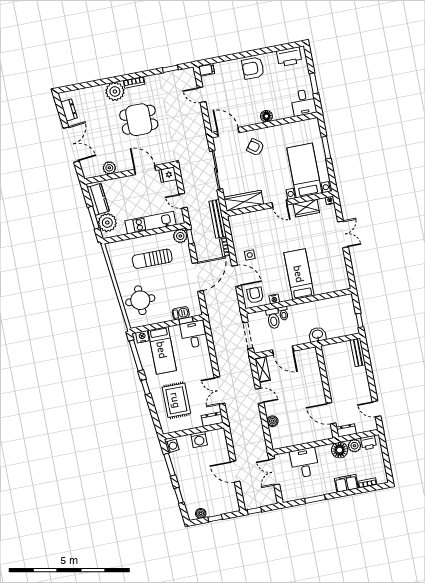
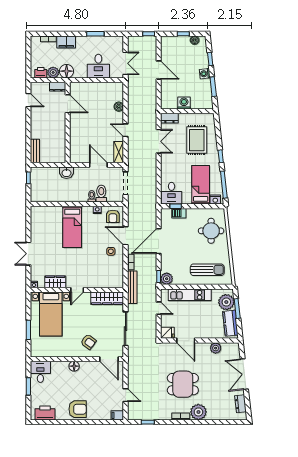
door: (280, 204) -> (77, 290), swing flipped
sun lounger: (152, 259) -> (207, 270), moved
washing machine: (172, 446) -> (205, 74), moved

